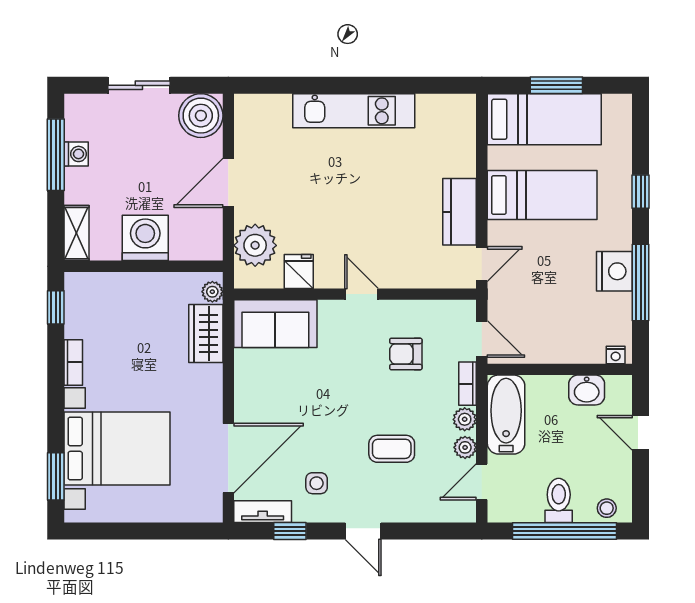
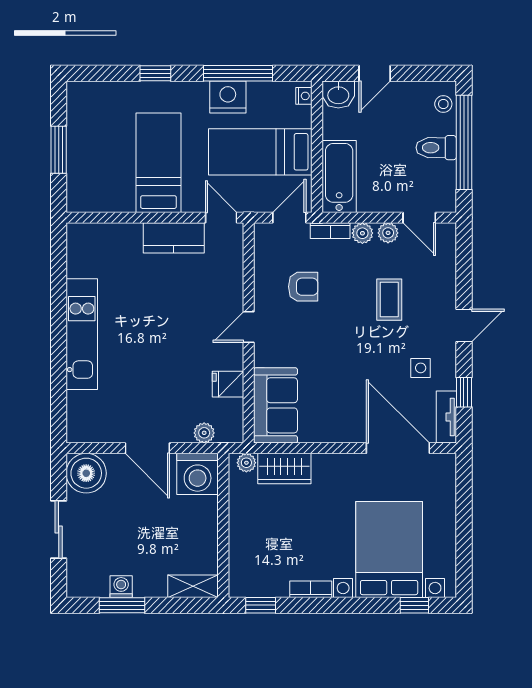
bed: (544, 119) -> (260, 152), moved, turned -90
window: (56, 155) -> (122, 605), width x0.69
washing machine: (145, 238) -> (198, 474), moved, turned -90
plant: (255, 245) -> (204, 433), width x0.53, depth x0.53
armchair: (406, 354) -> (303, 287), turned -90
washbasin: (587, 390) -> (338, 95), moved, turned 90
bathtub: (506, 415) -> (339, 176), moved, turned 90
window: (56, 476) -> (414, 605), width x0.67

